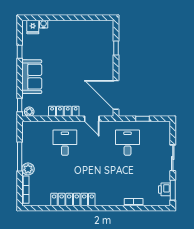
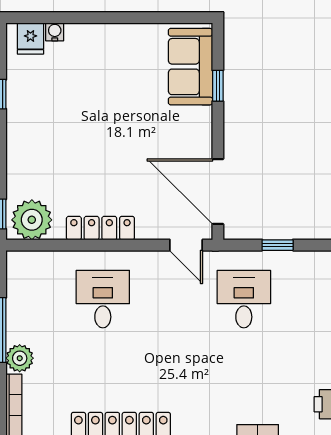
sofa: (32, 77) -> (190, 67), moved, turned 180
plant: (29, 112) -> (32, 220), width x1.88, depth x1.88
door: (92, 119) -> (186, 245), moved

